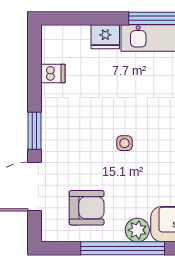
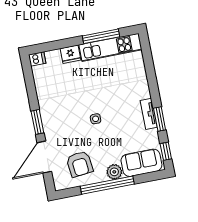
dishwasher: (53, 74) -> (37, 59), moved
armchair: (87, 208) -> (80, 164), turned 84

